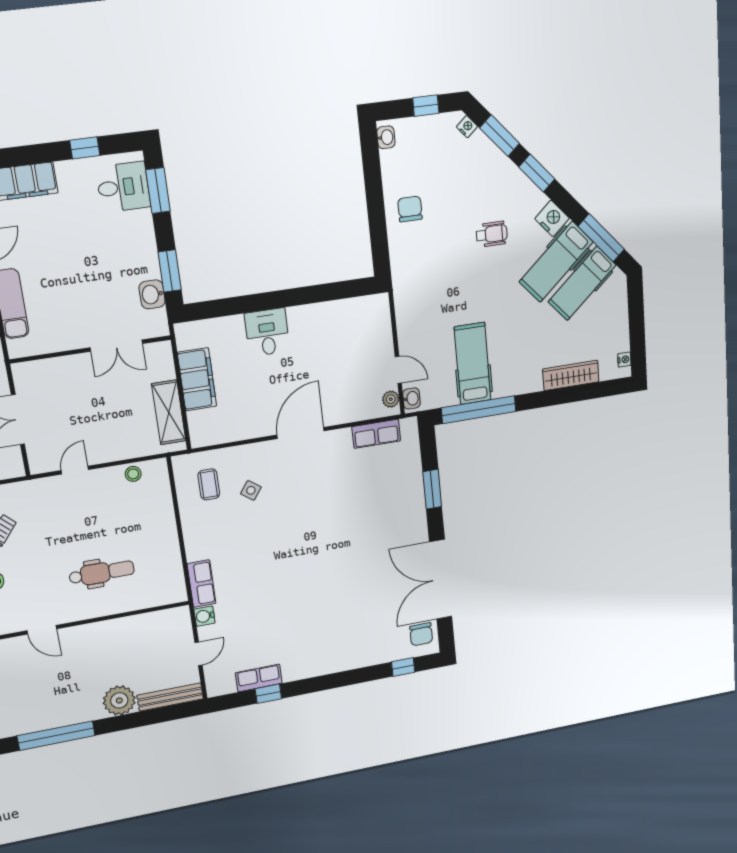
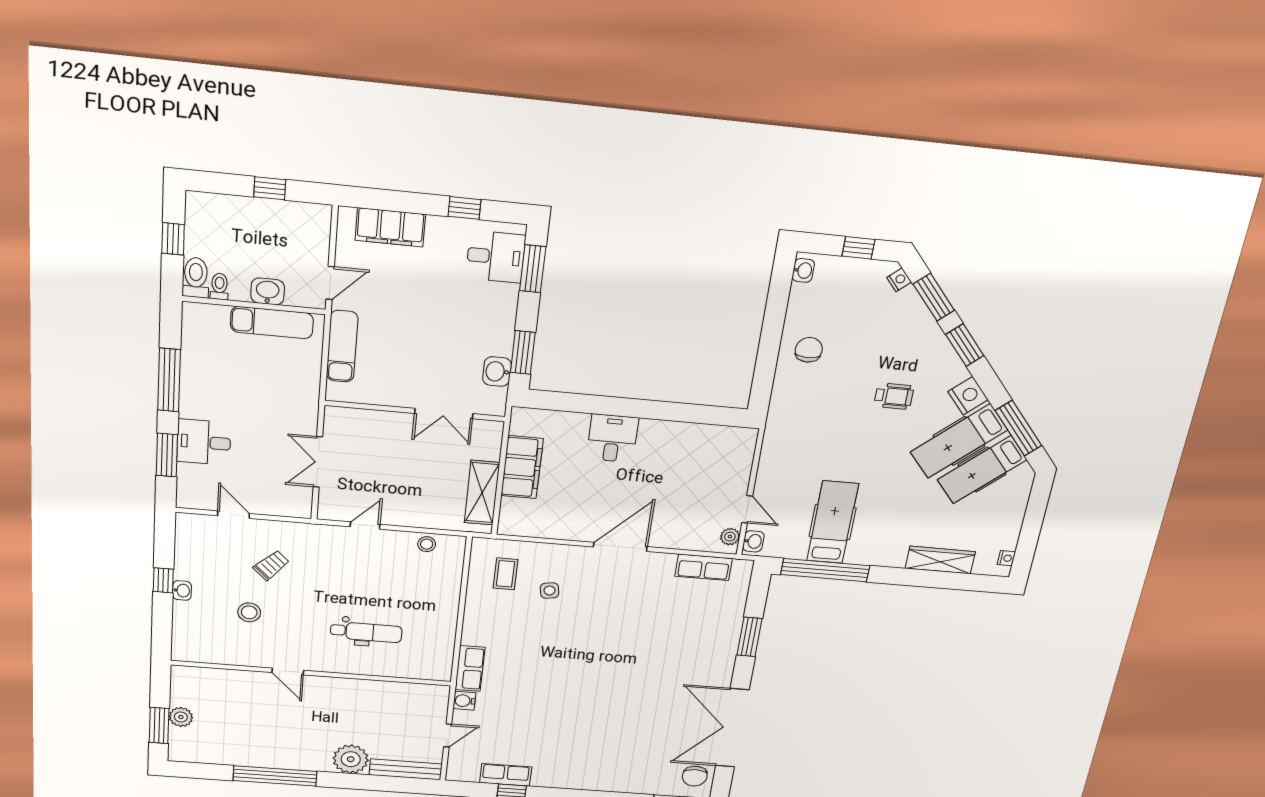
side table: (251, 490) -> (550, 591), turned 45

